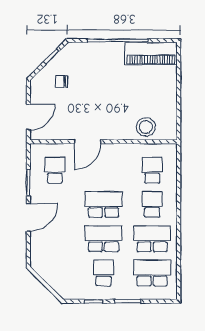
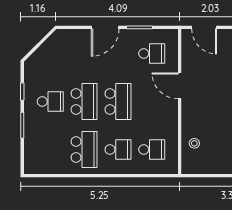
stool: (146, 127) -> (194, 143), width x0.53, depth x0.53
door: (28, 217) -> (105, 27), hinge flipped
school desk: (152, 273) -> (50, 150), removed

